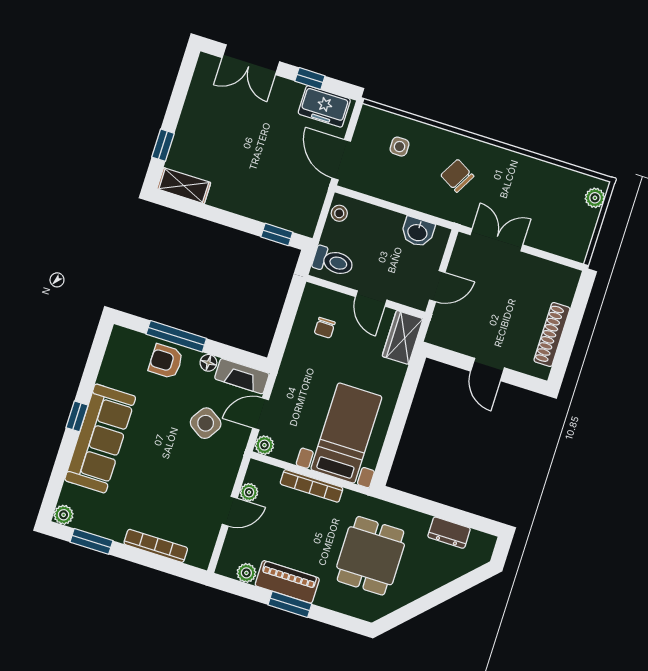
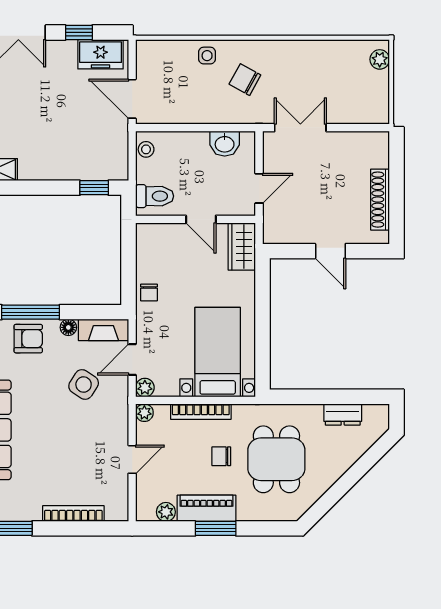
side table: (399, 147) -> (207, 56), moved
chair: (325, 328) -> (149, 292), moved
armchair: (166, 361) -> (28, 339), turned 180
plant: (249, 492) -> (144, 413), moved
chair: (318, 536) -> (221, 456), added

